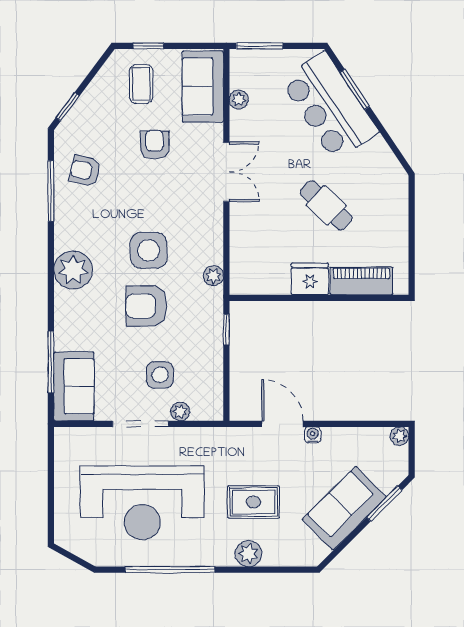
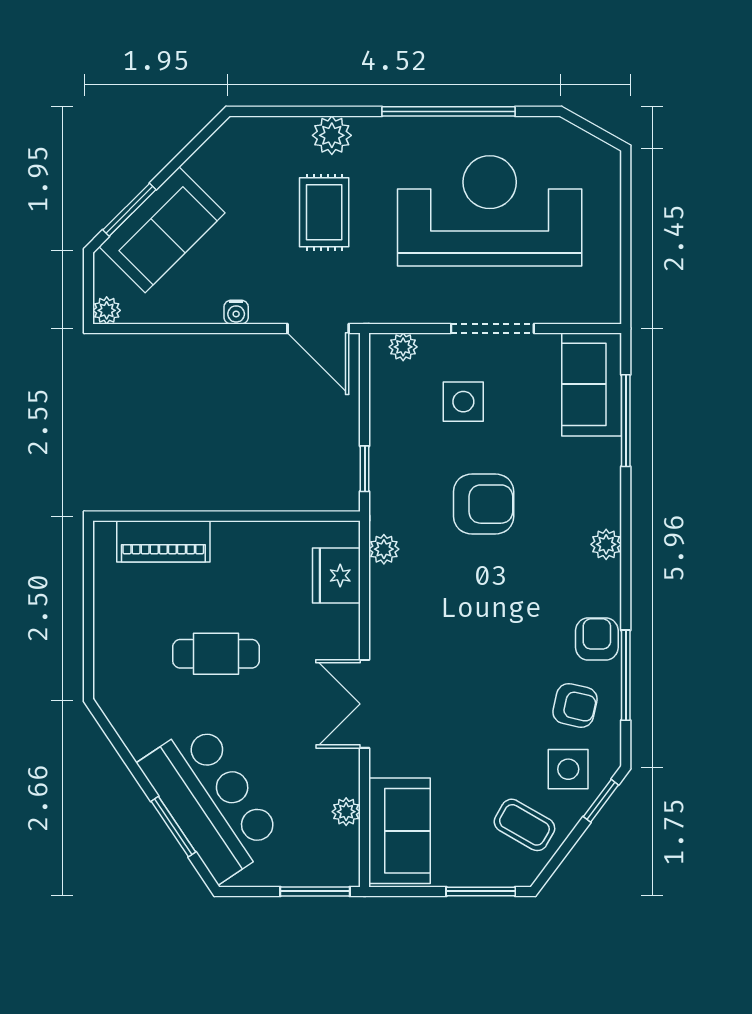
window: (148, 46) -> (481, 891), width x1.50
coffee table: (141, 84) -> (524, 825), moved, turned -60
armchair: (154, 145) -> (597, 639), moved, turned 180
cafe table: (326, 205) -> (216, 654), turned -43
side table: (149, 250) -> (568, 769), moved, width x0.73, depth x0.73
plant: (73, 270) -> (606, 544), width x0.53, depth x0.53
fridge: (310, 279) -> (336, 576), moved, turned 90
plant: (180, 412) -> (403, 347), moved
door: (282, 424) -> (318, 328), moved
rug: (254, 502) -> (324, 212), turned 90
sofa: (344, 508) -> (162, 230), moved

